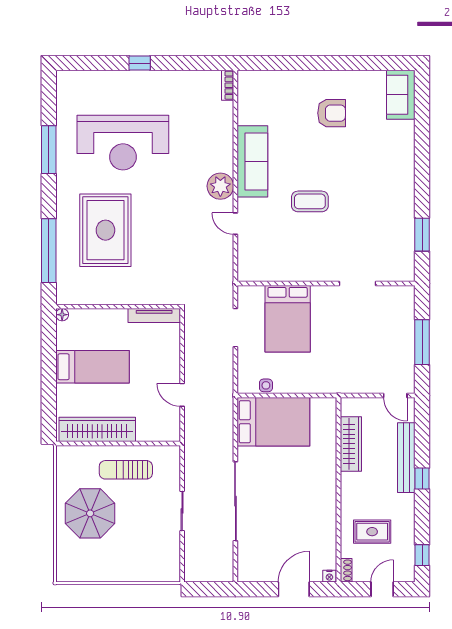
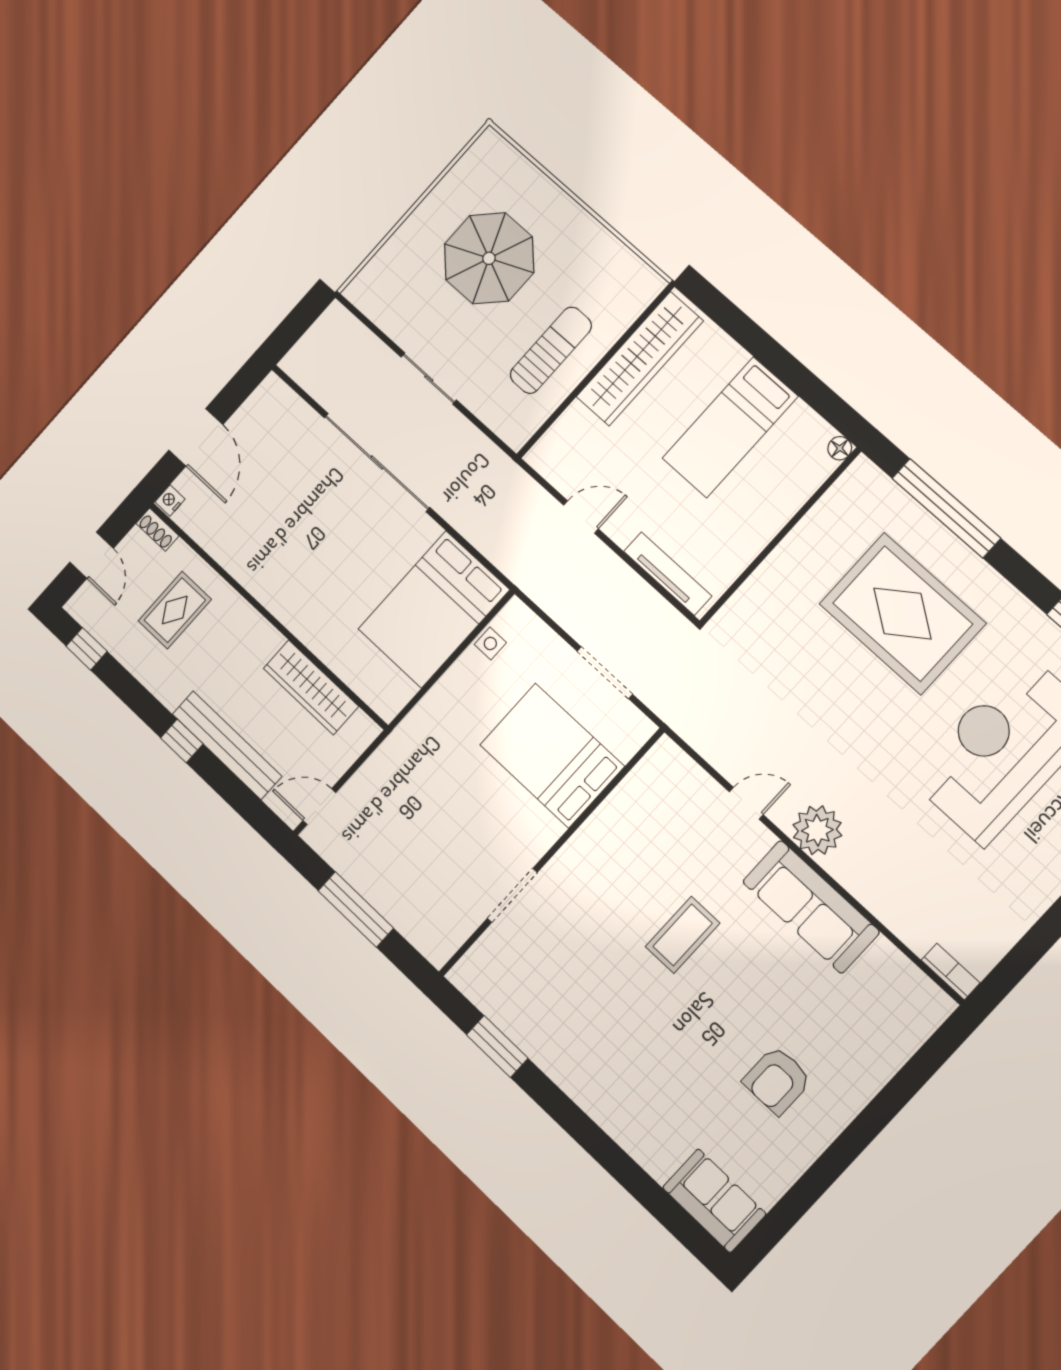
tv unit: (154, 315) -> (668, 574), moved, turned 90
parasol: (90, 513) -> (489, 258), moved

